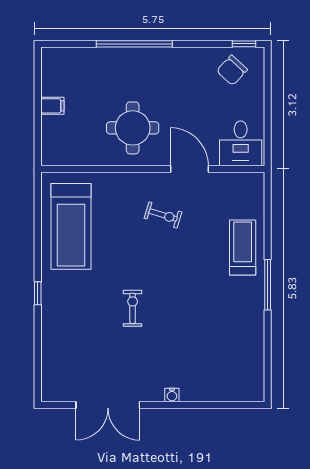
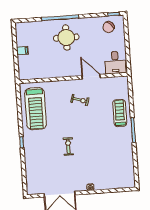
round table: (133, 128) -> (66, 38), moved

